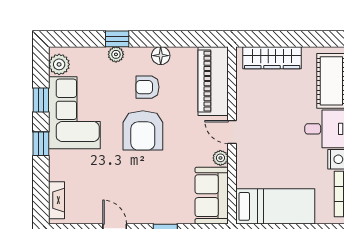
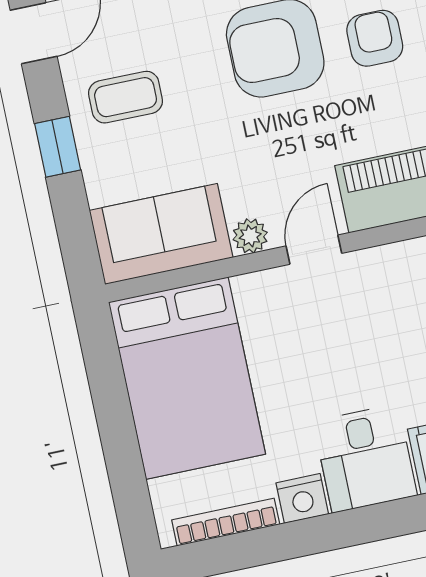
coffee table: (150, 199) -> (126, 97), added
bed: (275, 206) -> (187, 378), width x1.50

